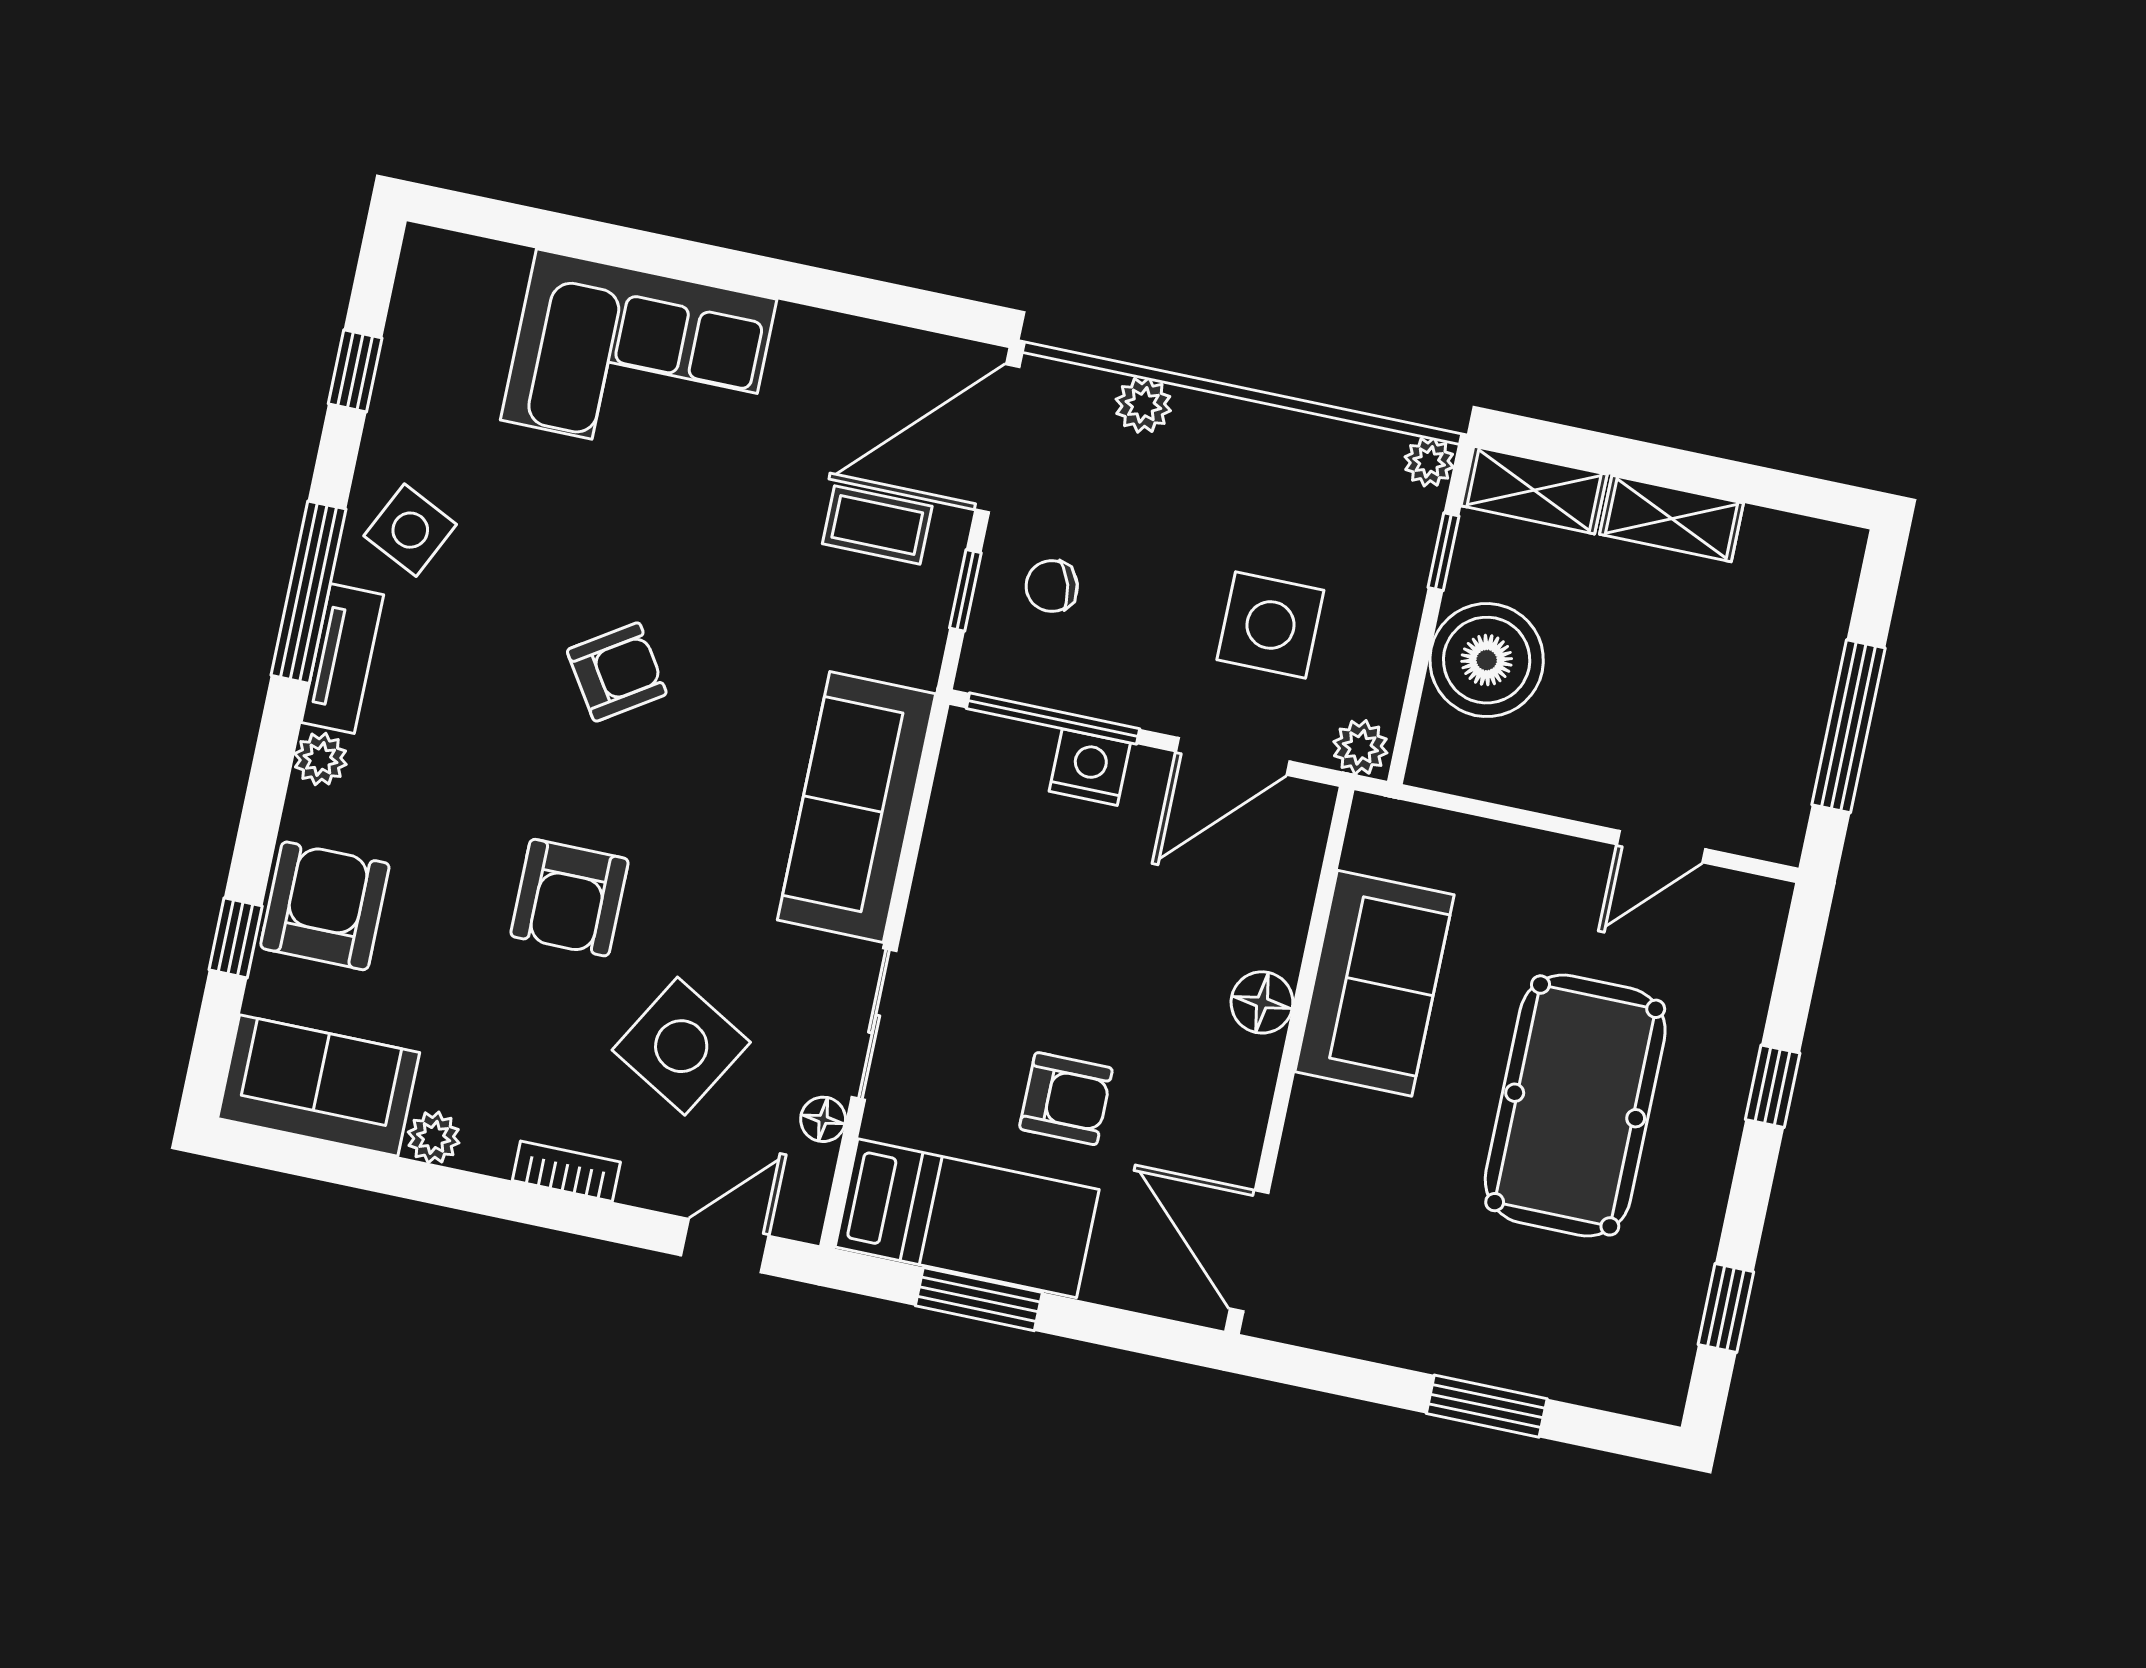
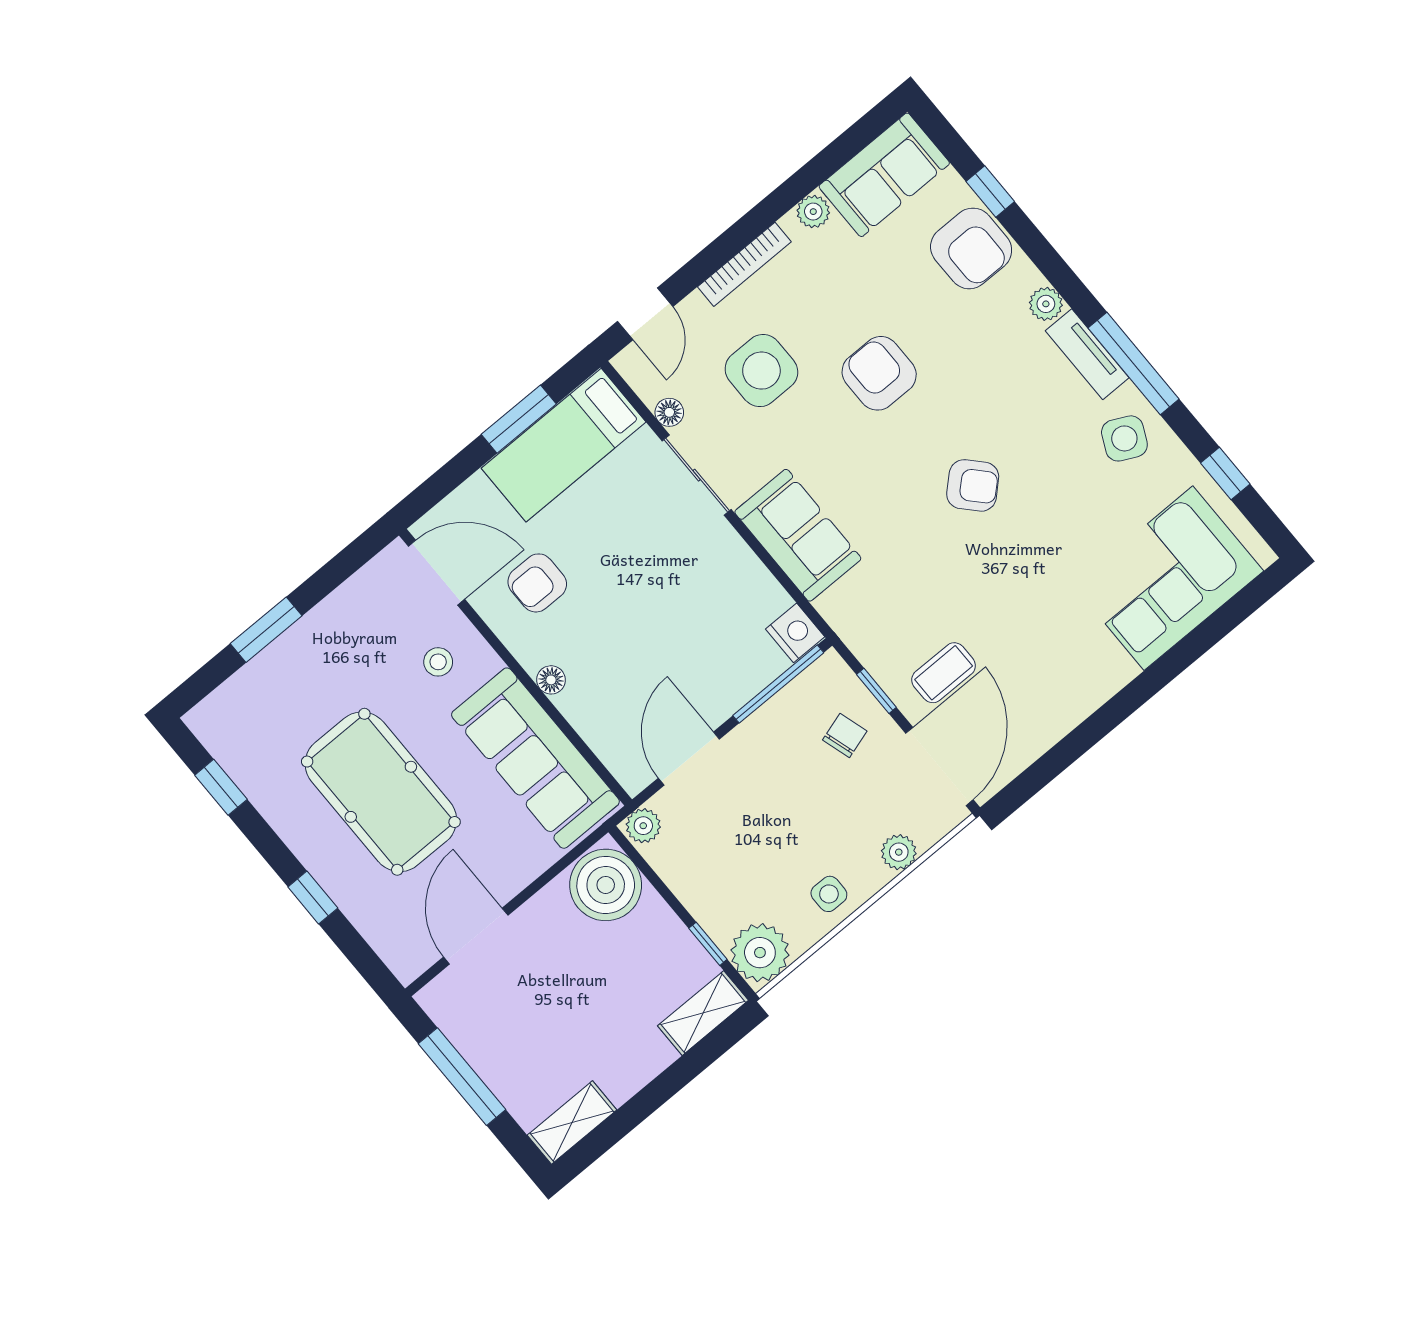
corner sofa: (639, 360) -> (1168, 578), moved
plant: (1429, 462) -> (760, 953), width x1.88, depth x1.88
shelving: (1672, 519) -> (572, 1123), moved
side table: (1270, 625) -> (829, 894), moved, width x0.54, depth x0.54
boiler: (1487, 660) -> (606, 885), moved
armchair: (617, 672) -> (973, 485), turned -100
nightstand: (1090, 767) -> (795, 633), moved, turned -90
sofa: (856, 807) -> (798, 535), width x0.73
door: (1661, 847) -> (476, 936), width x1.38
sofa: (1375, 983) -> (535, 758), width x1.36
floor lamp: (1262, 1002) -> (551, 680), width x0.73, depth x0.73
side table: (681, 1046) -> (761, 371), turned -30
armchair: (1066, 1099) -> (537, 583), moved
stool: (1358, 1162) -> (438, 662), added
bookcase: (566, 1171) -> (744, 264), width x1.56

